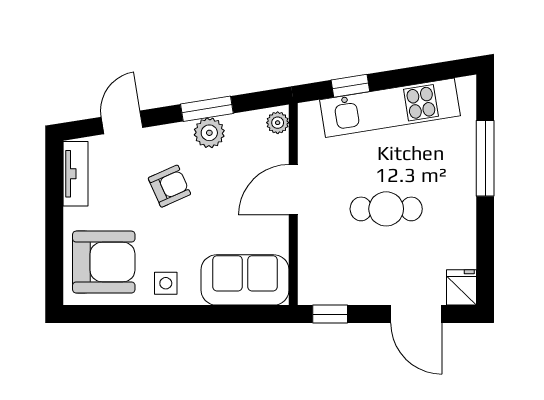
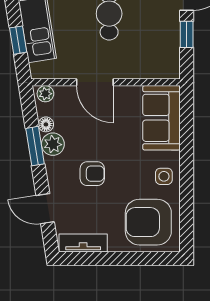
floor lamp: (236, 123) -> (46, 124), added
armchair: (169, 186) -> (92, 174), turned 114
armchair: (104, 262) -> (148, 222), turned -90
window: (330, 314) -> (187, 34), moved

